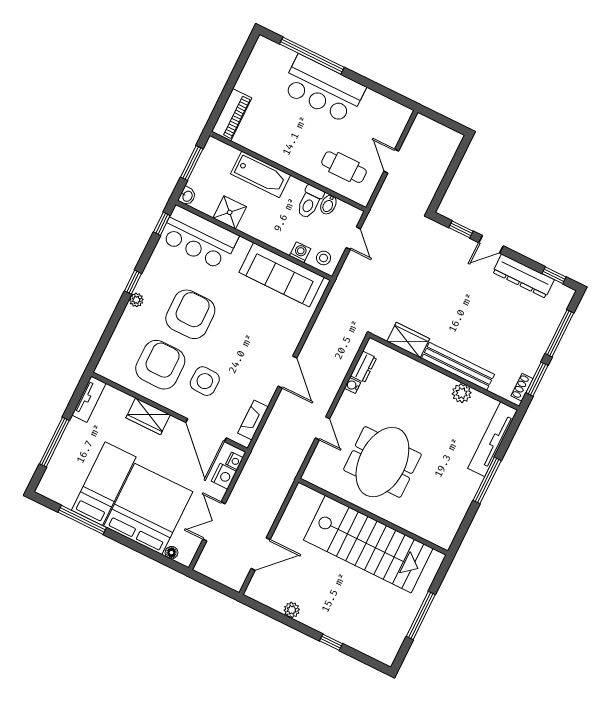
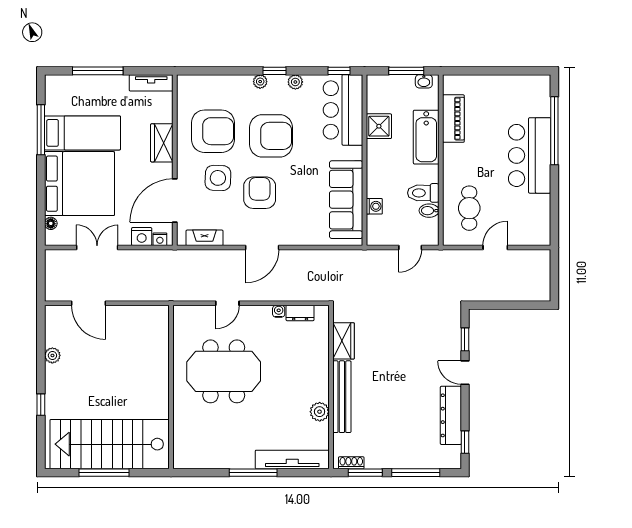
piano: (232, 115) -> (453, 119), moved, turned -90
washbasin: (187, 196) -> (424, 81), moved
stool: (324, 258) -> (379, 230), removed
plant: (152, 268) -> (295, 82), added
armchair: (237, 350) -> (260, 193), added
stairs: (368, 544) -> (110, 444), moved, turned 90

